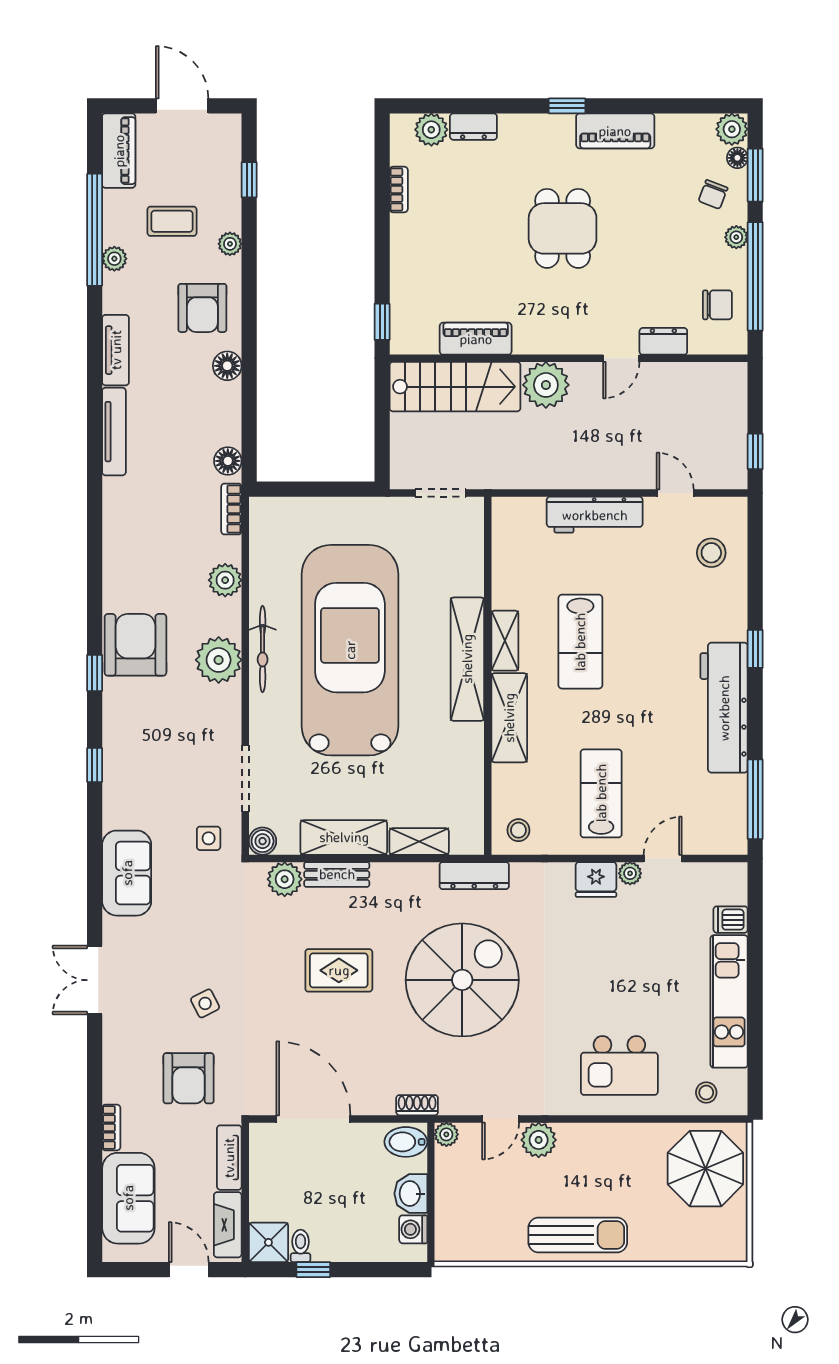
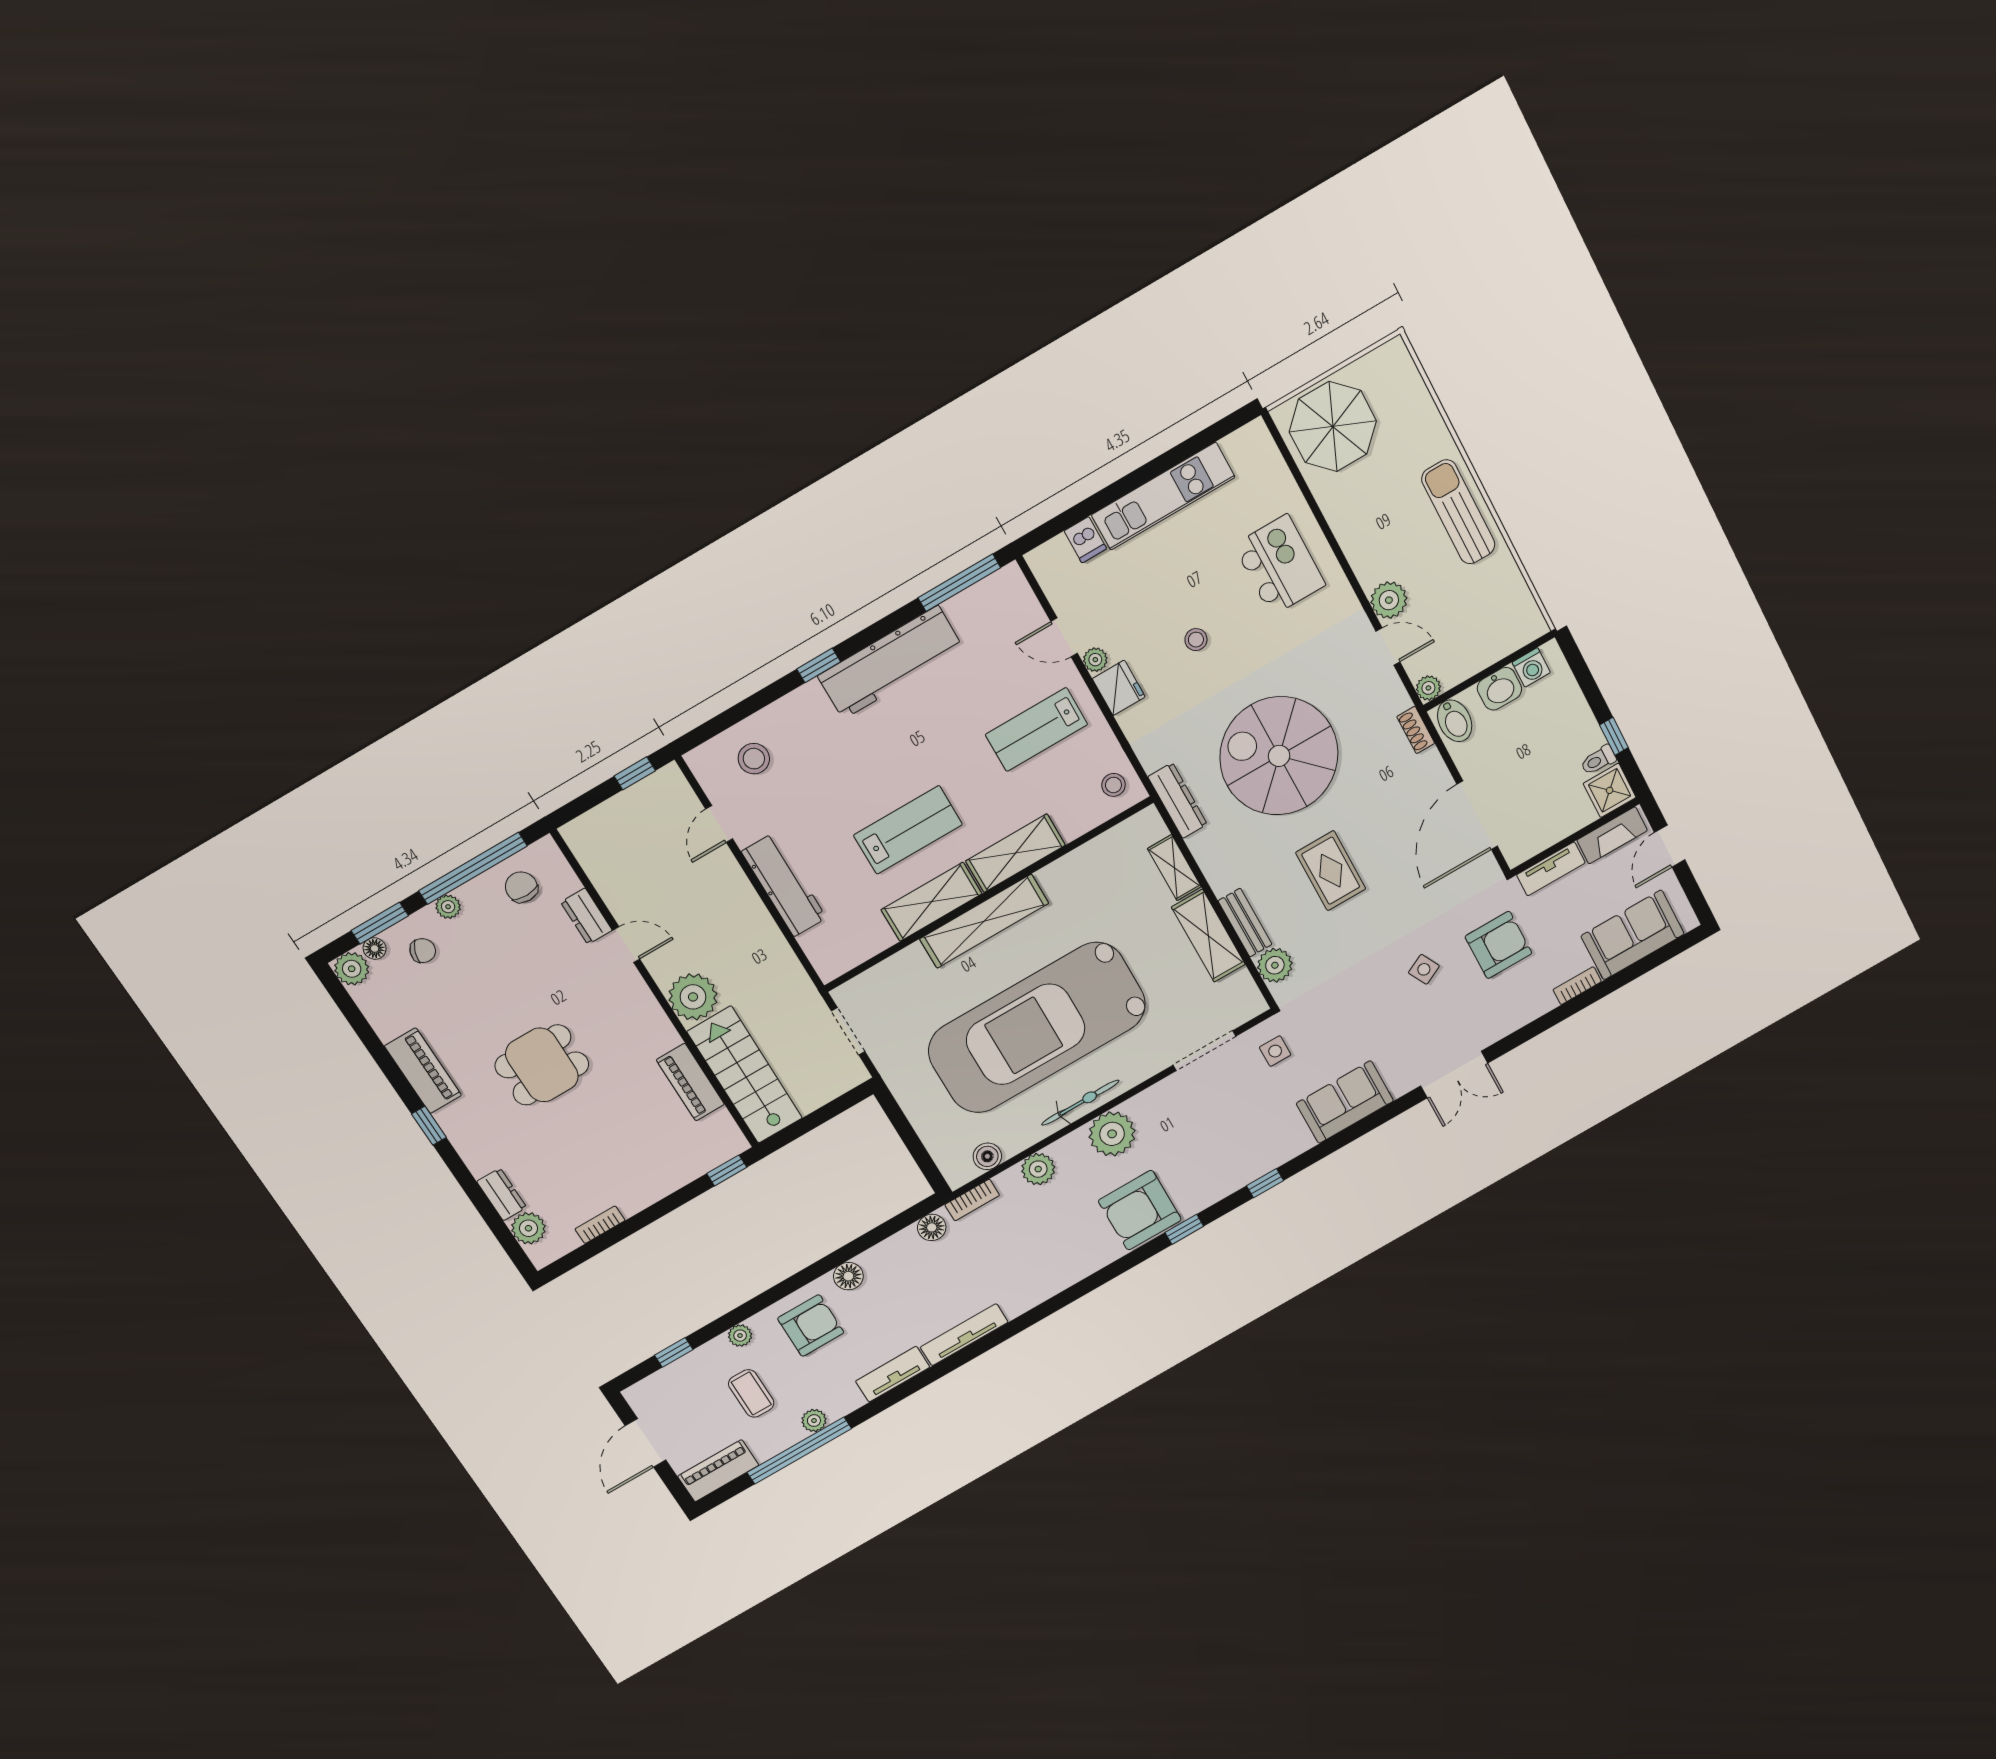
shelving: (505, 641) -> (931, 902), width x1.50, depth x1.33
boiler: (263, 841) -> (987, 1156), moved
stool: (706, 1093) -> (1196, 640), moved

